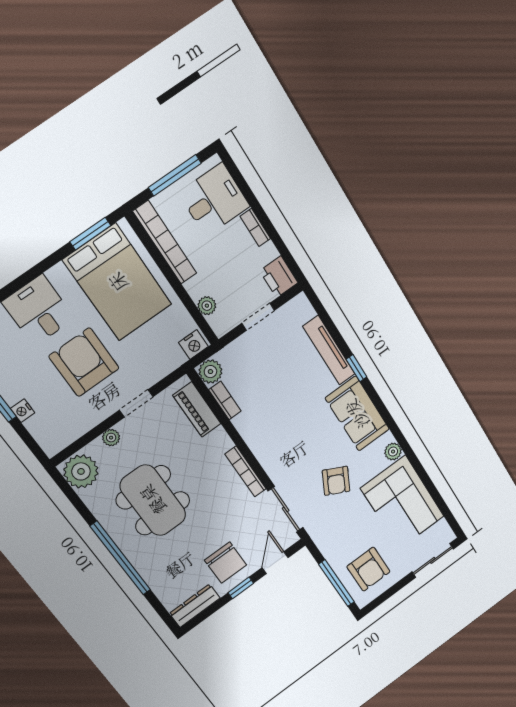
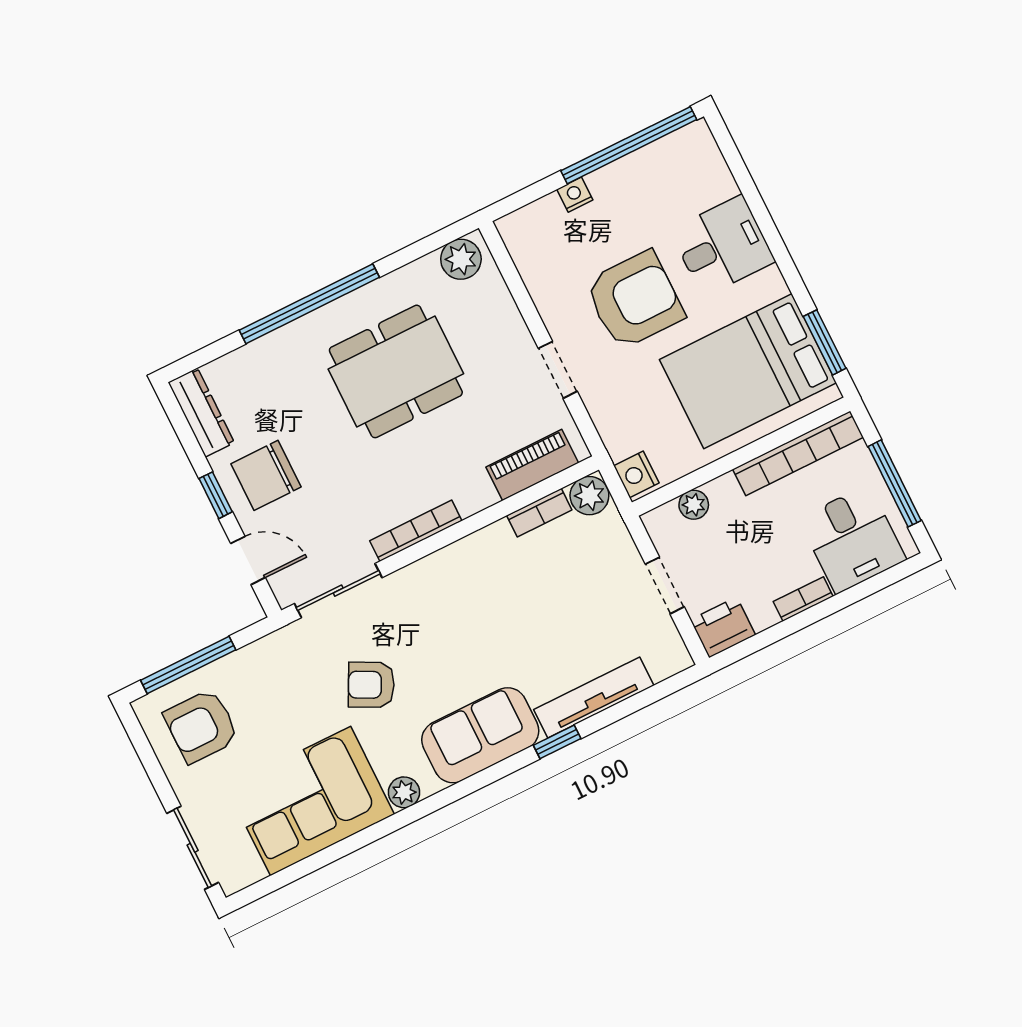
plant: (111, 438) -> (510, 322), removed
plant: (81, 471) -> (461, 259), width x0.73, depth x0.73

